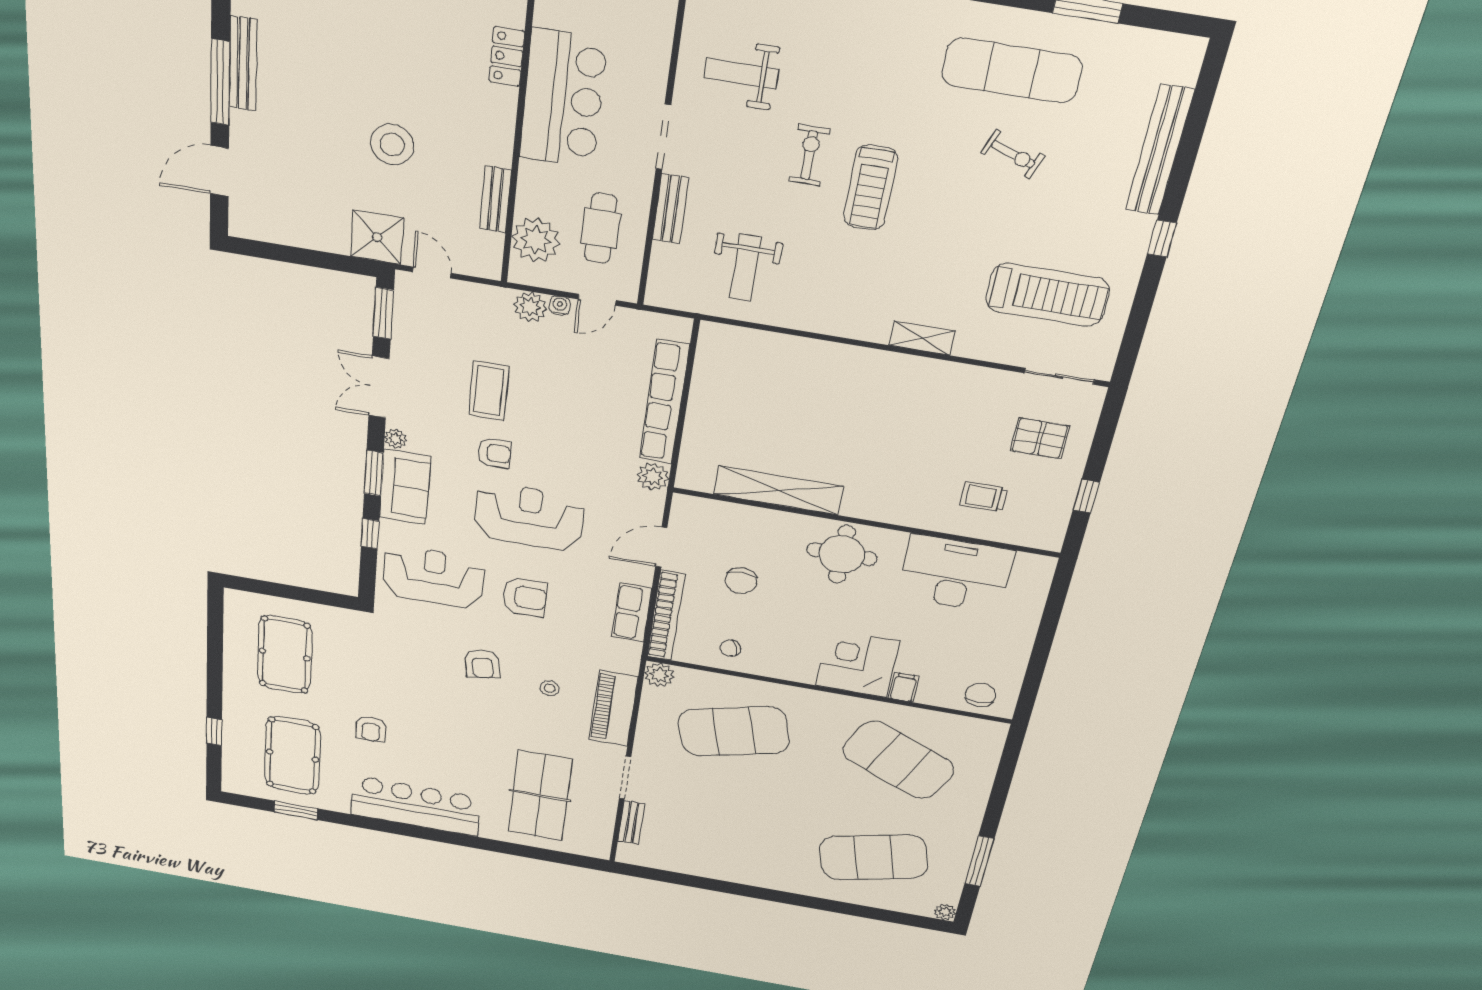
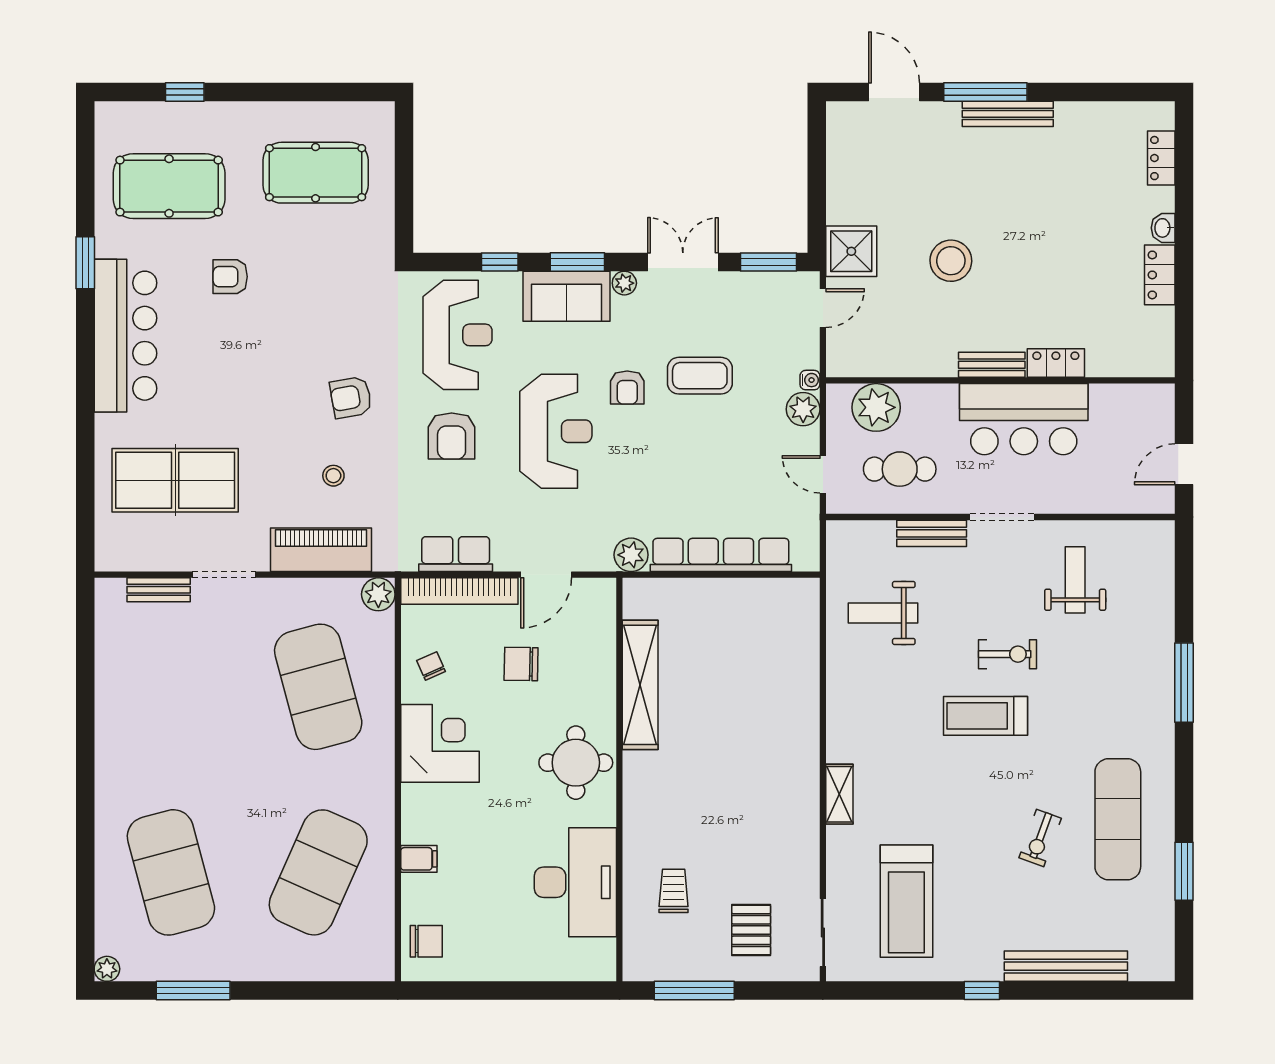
bench: (496, 199) -> (992, 365), moved
water cooler: (560, 305) -> (810, 380), moved
window: (1086, 496) -> (694, 991), width x2.17
door: (661, 547) -> (546, 575), swing flipped
corner desk: (857, 663) -> (440, 743), moved
window: (296, 810) -> (85, 263), moved

